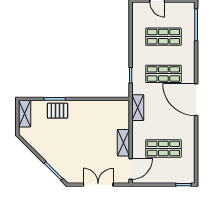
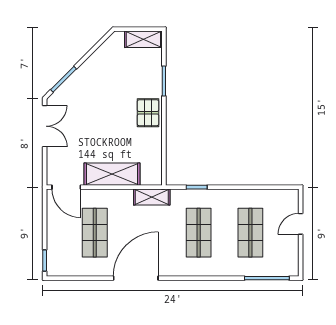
door: (196, 100) -> (136, 278), moved
pallet: (57, 111) -> (148, 113), moved
shelving: (123, 143) -> (112, 174), width x1.50, depth x1.33
double door: (98, 185) -> (45, 126), moved

